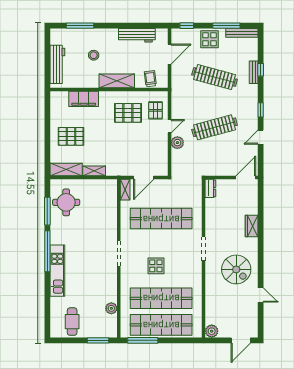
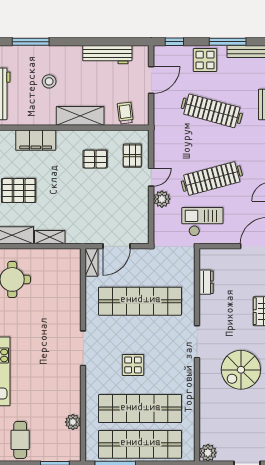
pallet: (128, 113) -> (95, 159), width x0.67, depth x0.71
checkout: (208, 159) -> (202, 222), added
dresser: (210, 188) -> (206, 282), moved
spiral stairs: (236, 269) -> (241, 370), turned 90

